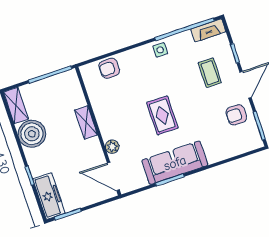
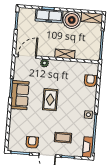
rug: (162, 115) -> (50, 100), turned 90
sofa: (175, 163) -> (20, 95), width x0.73
freezer: (49, 196) -> (49, 16), moved

